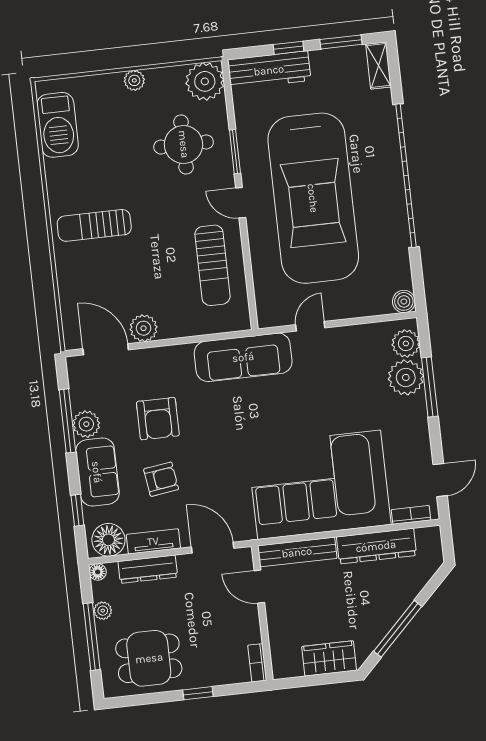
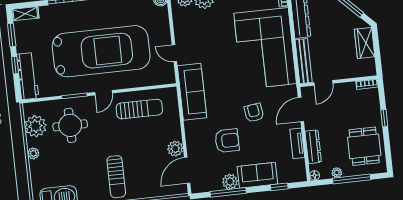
plant: (205, 81) -> (35, 126), moved
armchair: (161, 479) -> (254, 113), moved
floor lamp: (108, 540) -> (296, 169), removed

